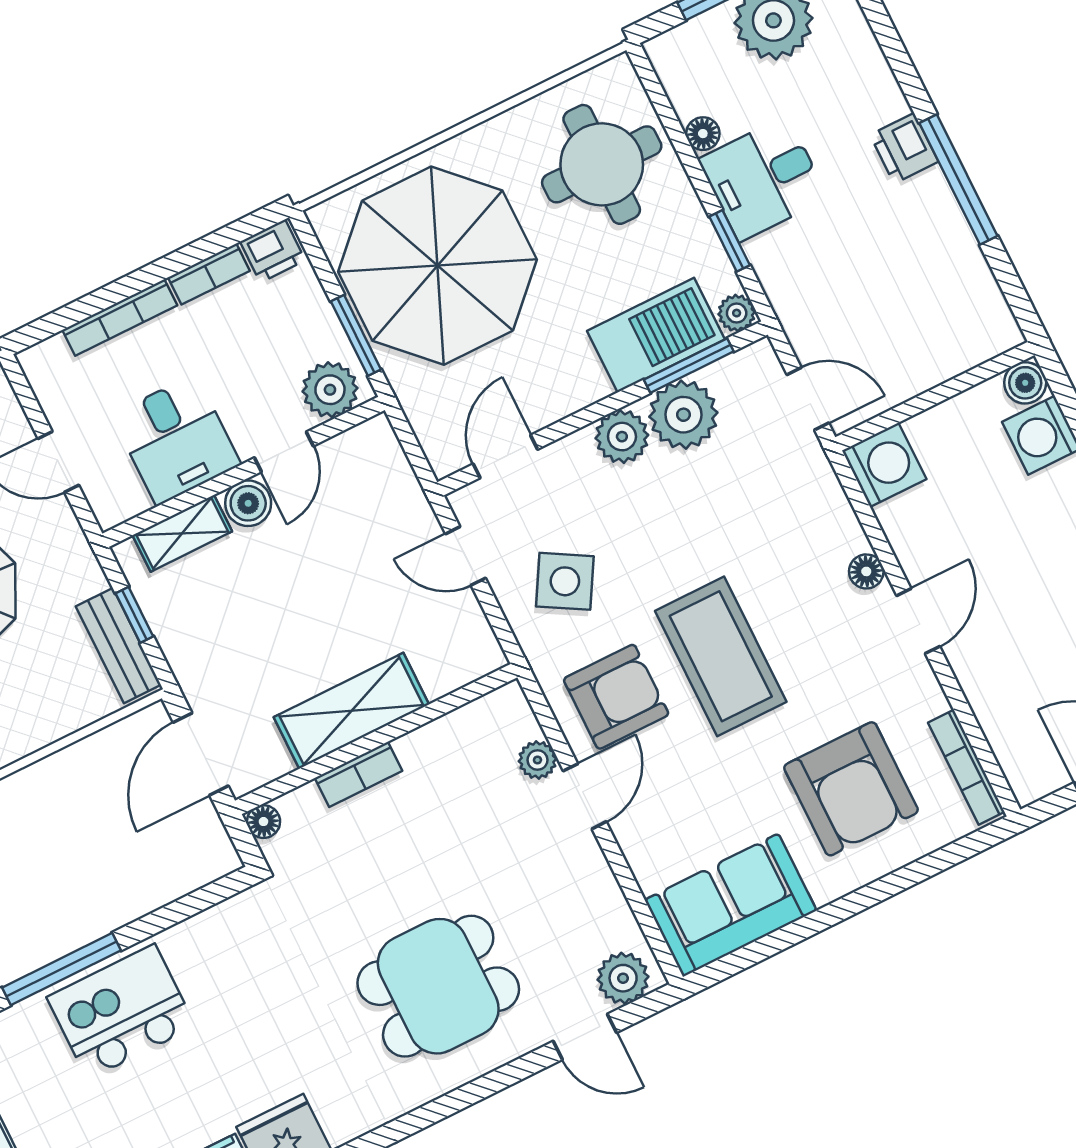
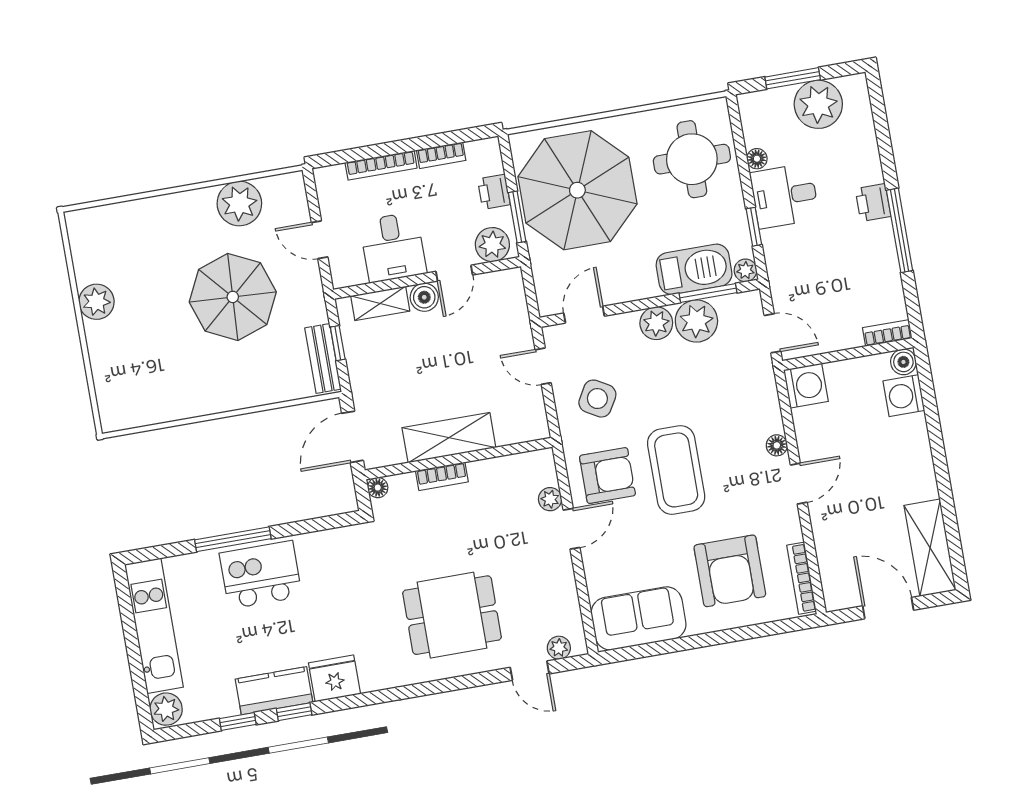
printer: (273, 251) -> (494, 192), moved, turned 90
bookcase: (987, 345) -> (887, 333), added
plant: (623, 978) -> (559, 648), width x0.73, depth x0.73

